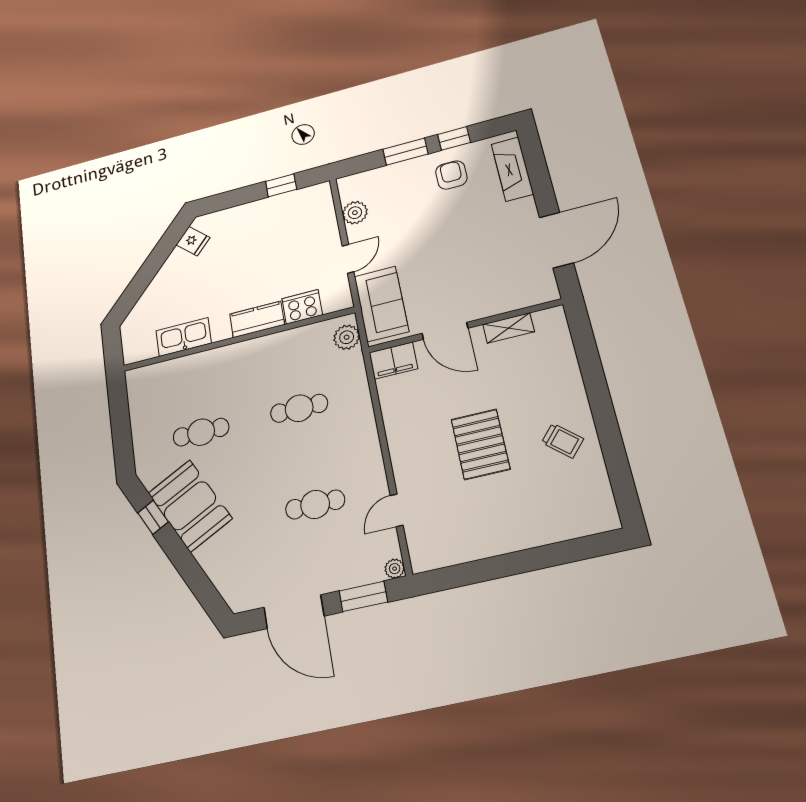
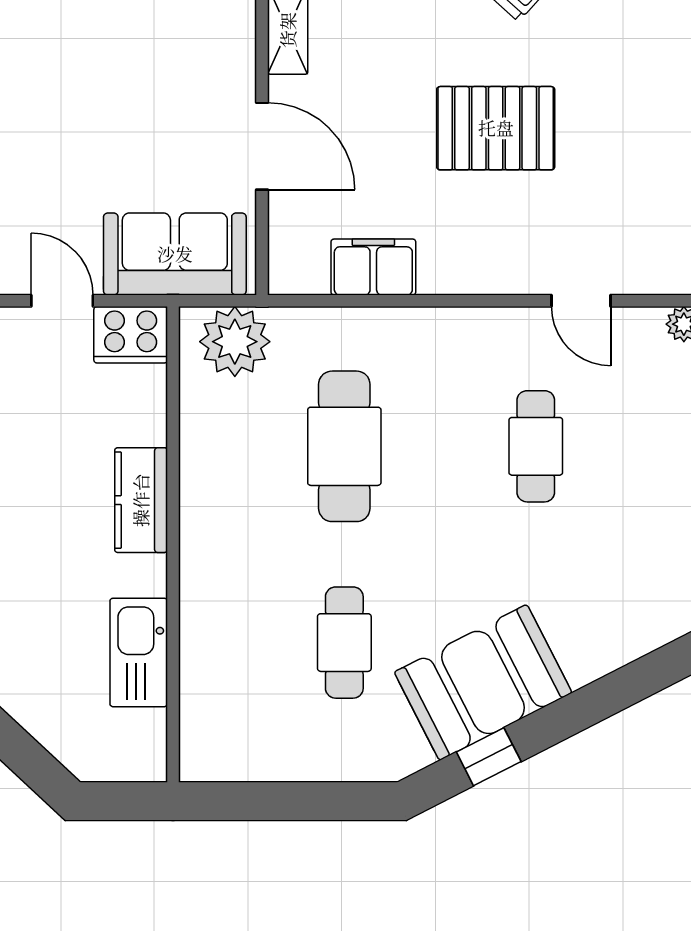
cooker: (302, 307) -> (131, 335), moved, turned -90
door: (445, 331) -> (262, 146), hinge flipped
plant: (347, 337) -> (235, 342), width x1.36, depth x1.36
filing cabinet: (393, 361) -> (373, 267), moved, turned -90
cafe table: (299, 408) -> (344, 446), width x1.37, depth x1.35

